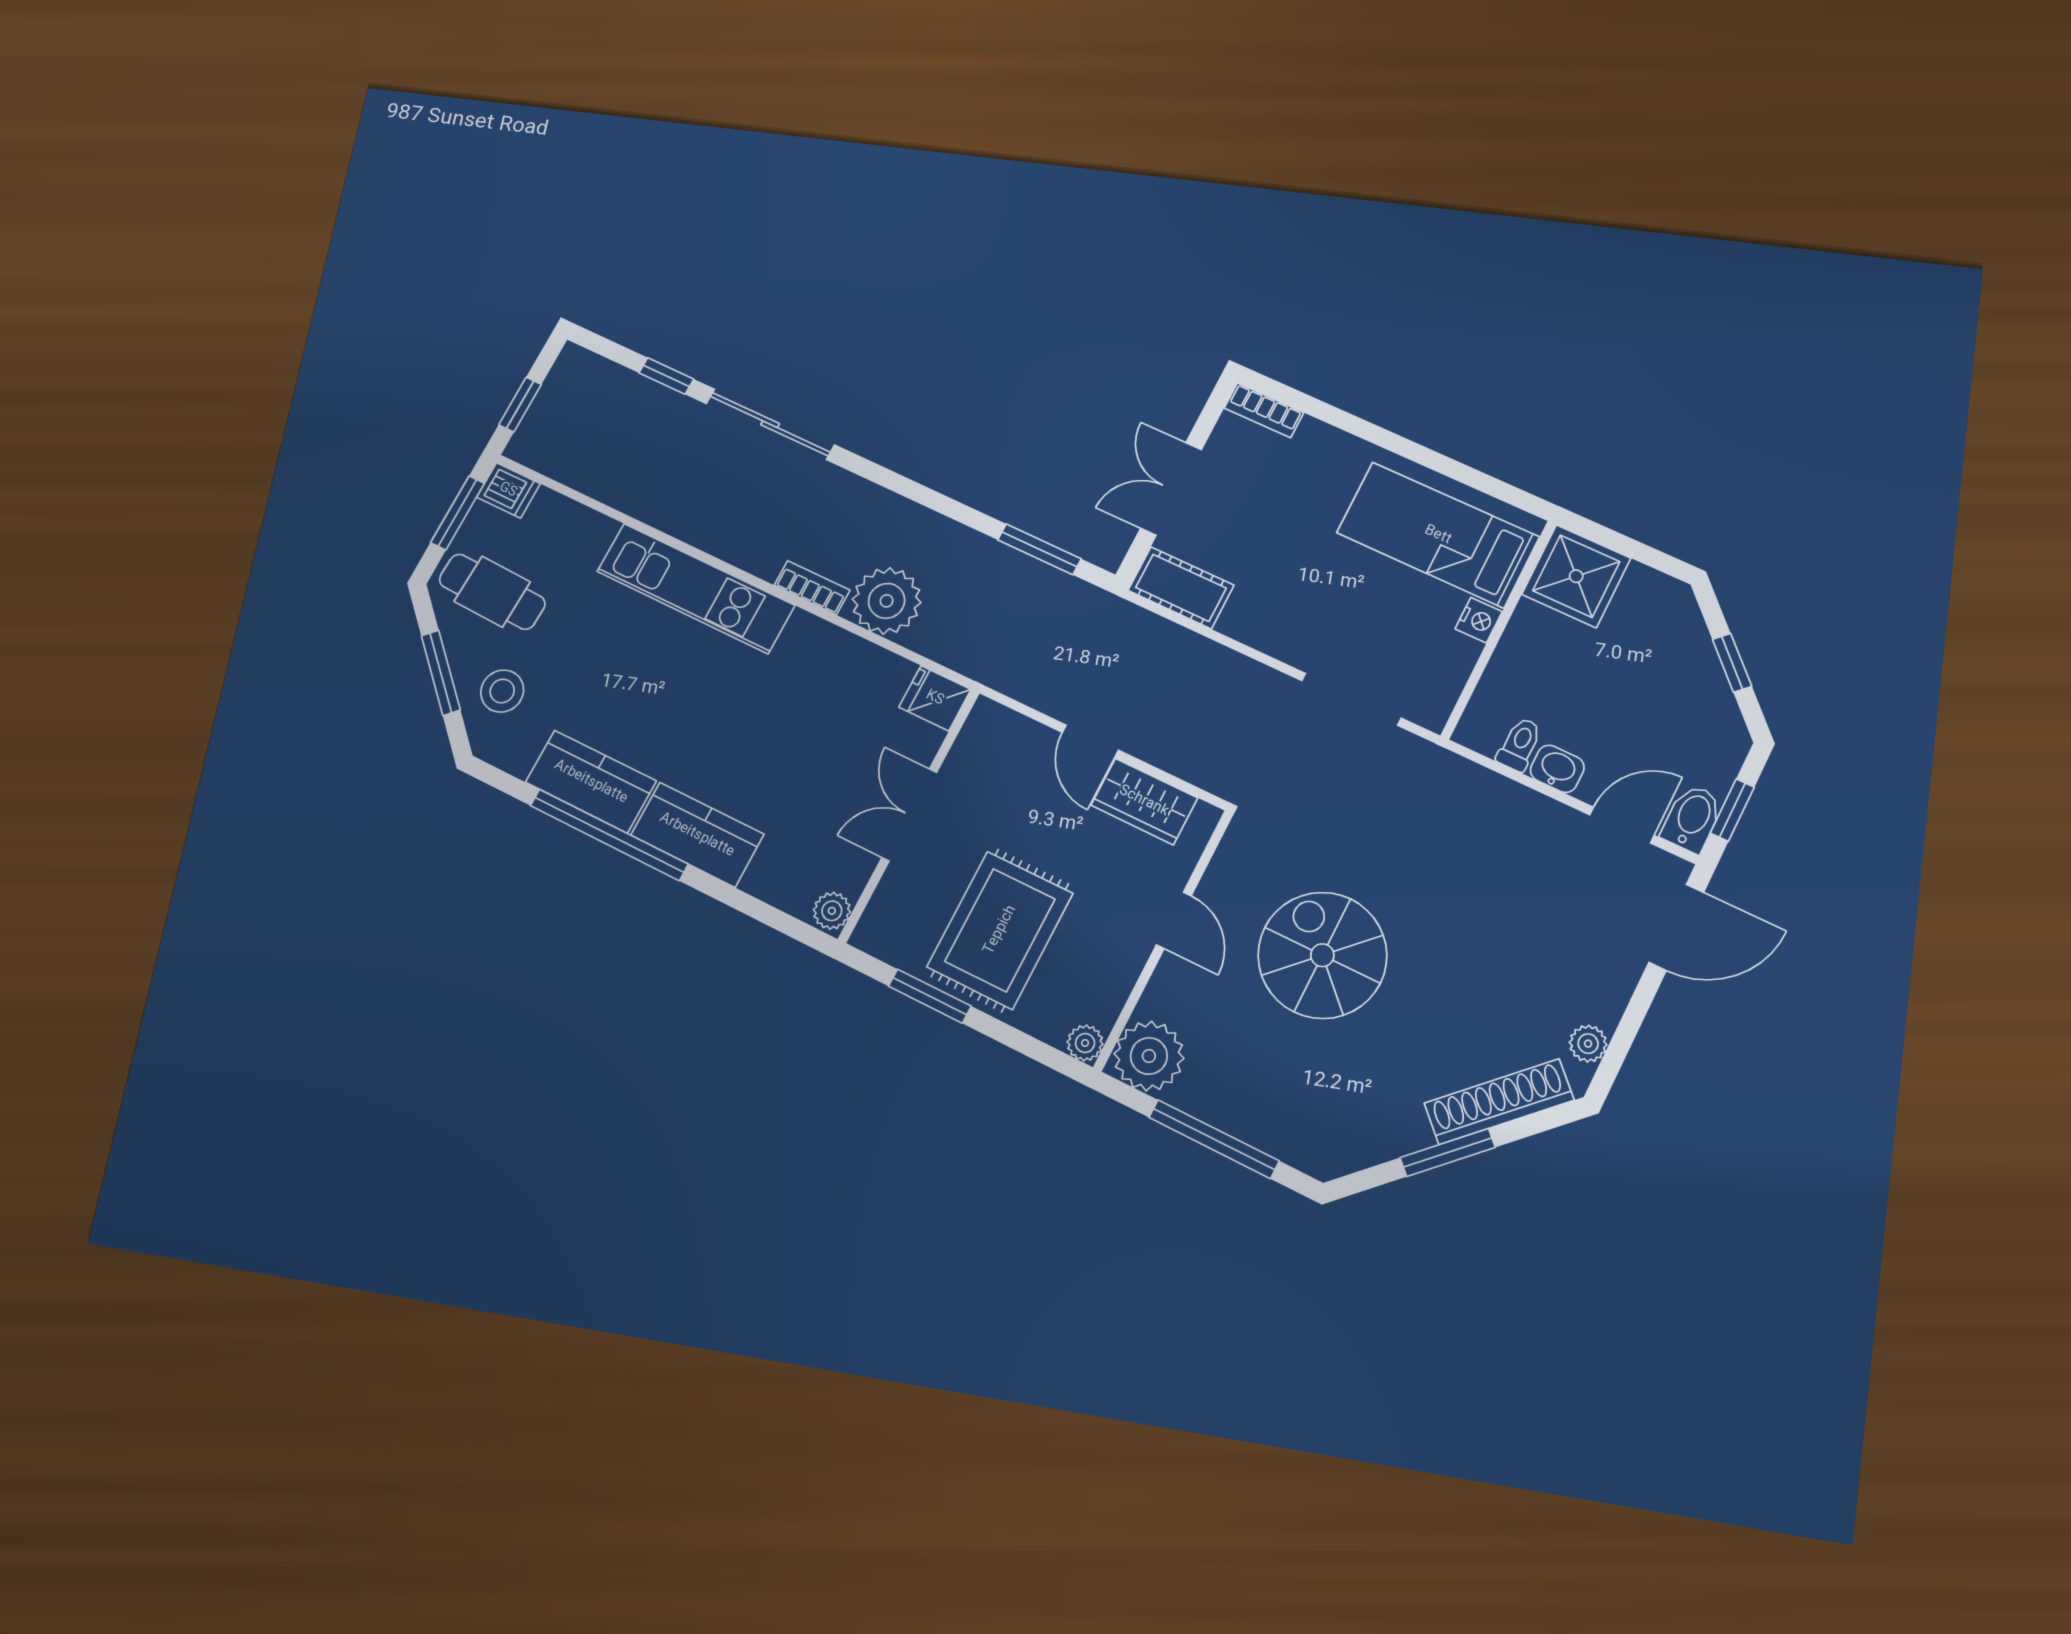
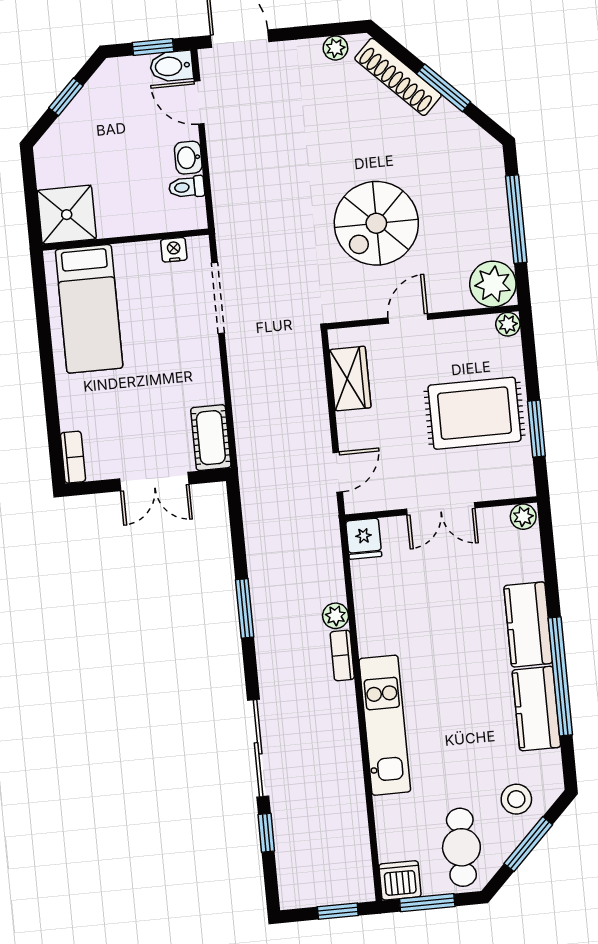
dishwasher: (508, 490) -> (400, 880), width x1.38
window: (1039, 549) -> (245, 608), moved
plant: (887, 601) -> (336, 616), width x0.53, depth x0.53
nightstand: (1479, 620) -> (174, 250), moved
door: (1090, 741) -> (338, 472), moved

